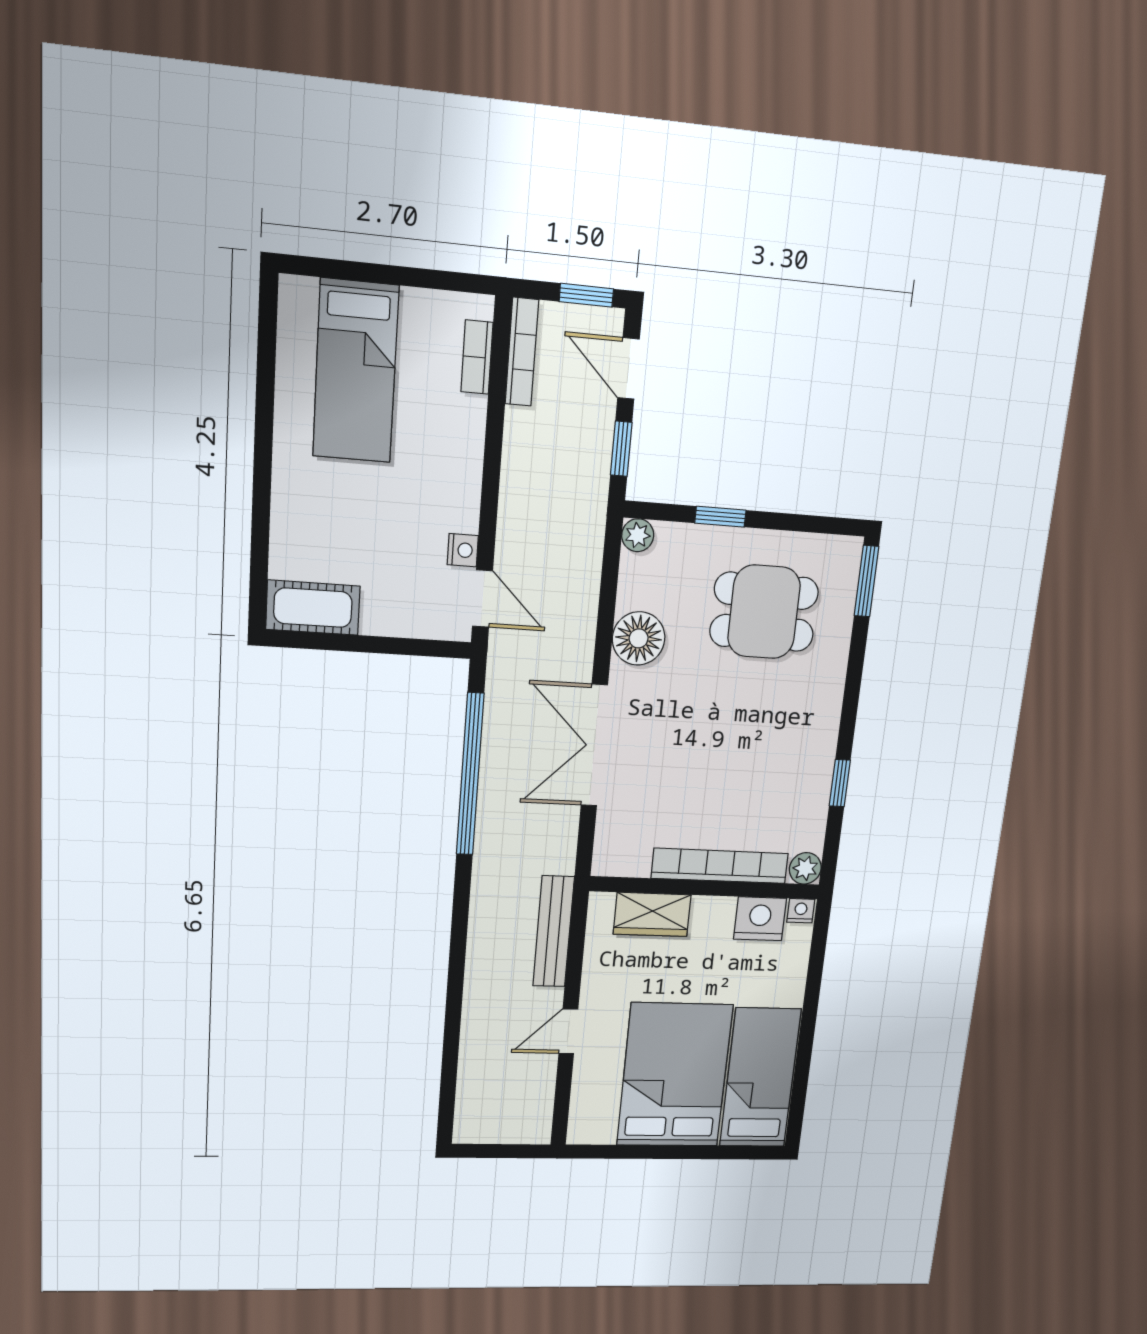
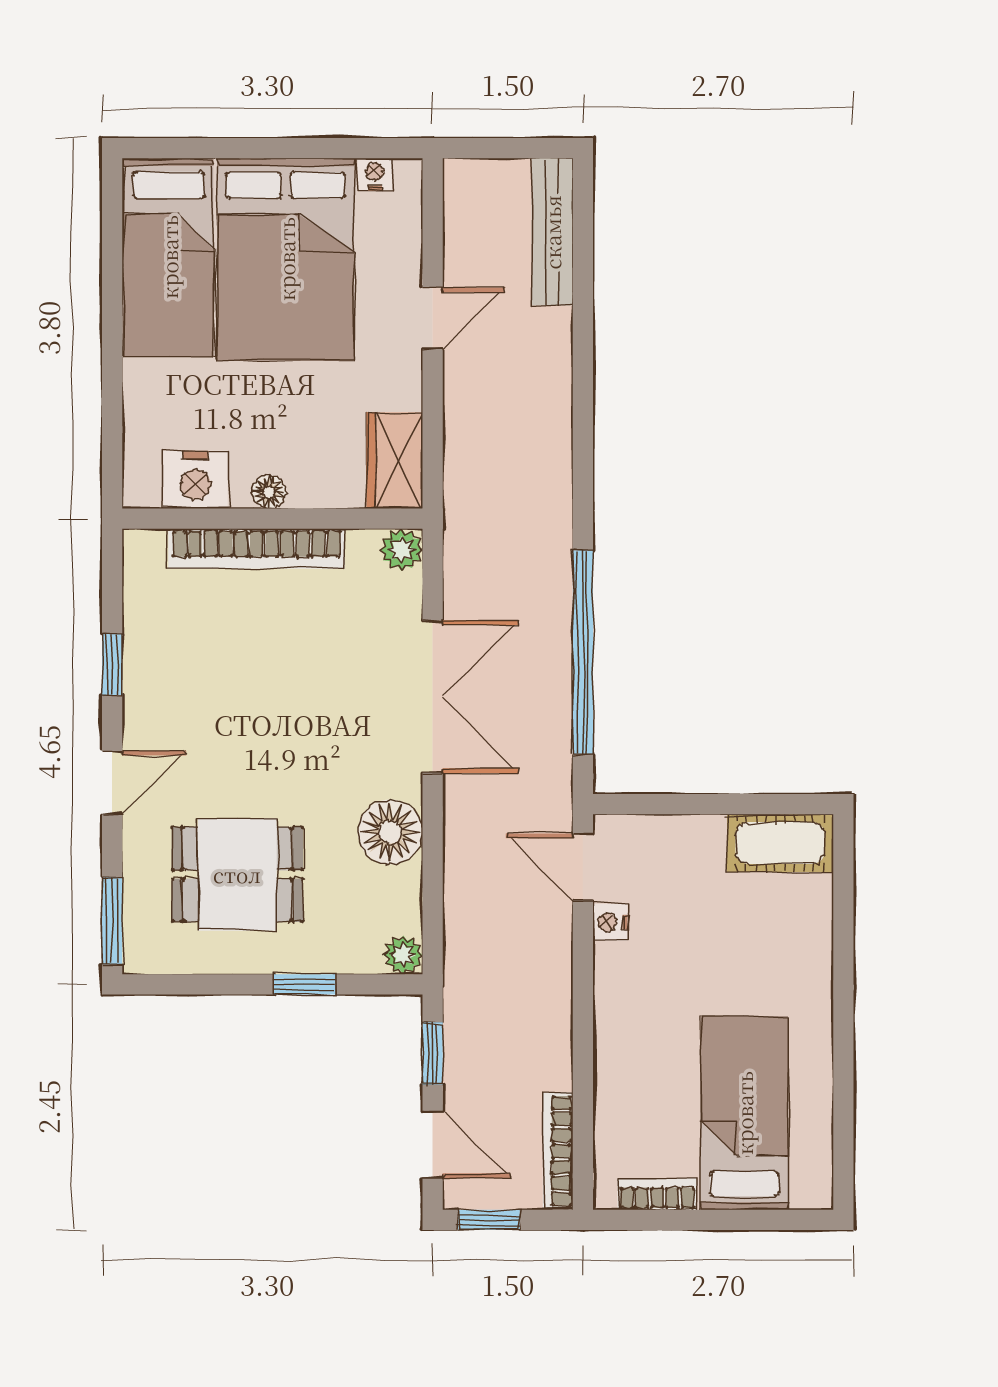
bookcase: (477, 357) -> (657, 1194), moved, turned -90
door: (852, 692) -> (112, 783), added
plant: (805, 868) -> (401, 550), moved
floor lamp: (706, 908) -> (269, 492), added
nightstand: (801, 911) -> (375, 174), moved, turned 180
wardrobe: (652, 914) -> (395, 460), moved, turned -90
bench: (553, 932) -> (552, 232), moved

